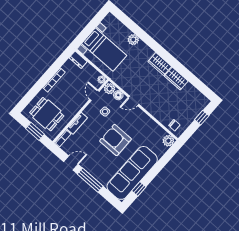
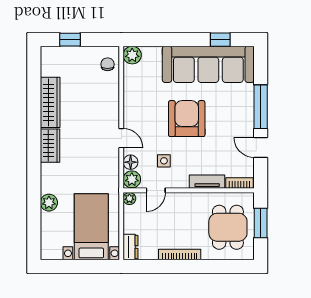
wardrobe: (176, 79) -> (50, 102), width x1.50
armchair: (115, 140) -> (187, 119), turned 180

